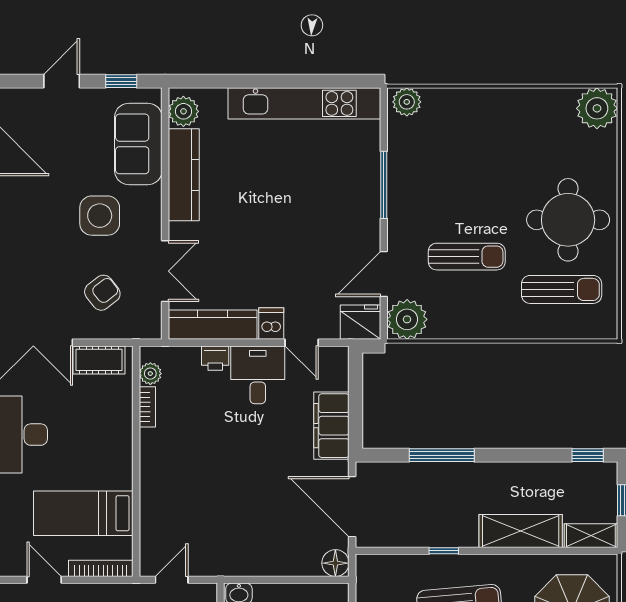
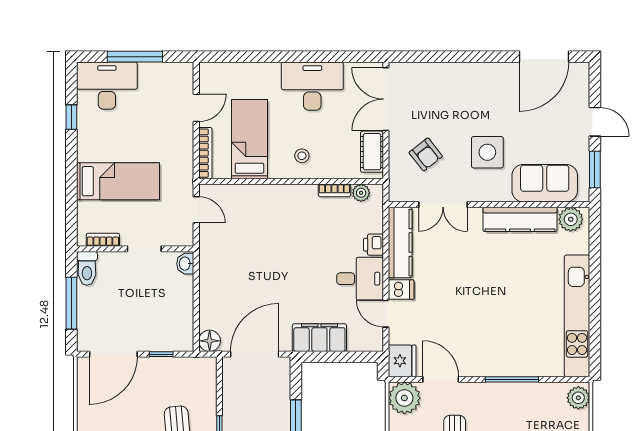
window: (121, 81) -> (595, 170), width x1.50
door: (302, 343) -> (386, 314), hinge flipped
stool: (104, 448) -> (302, 156), added

